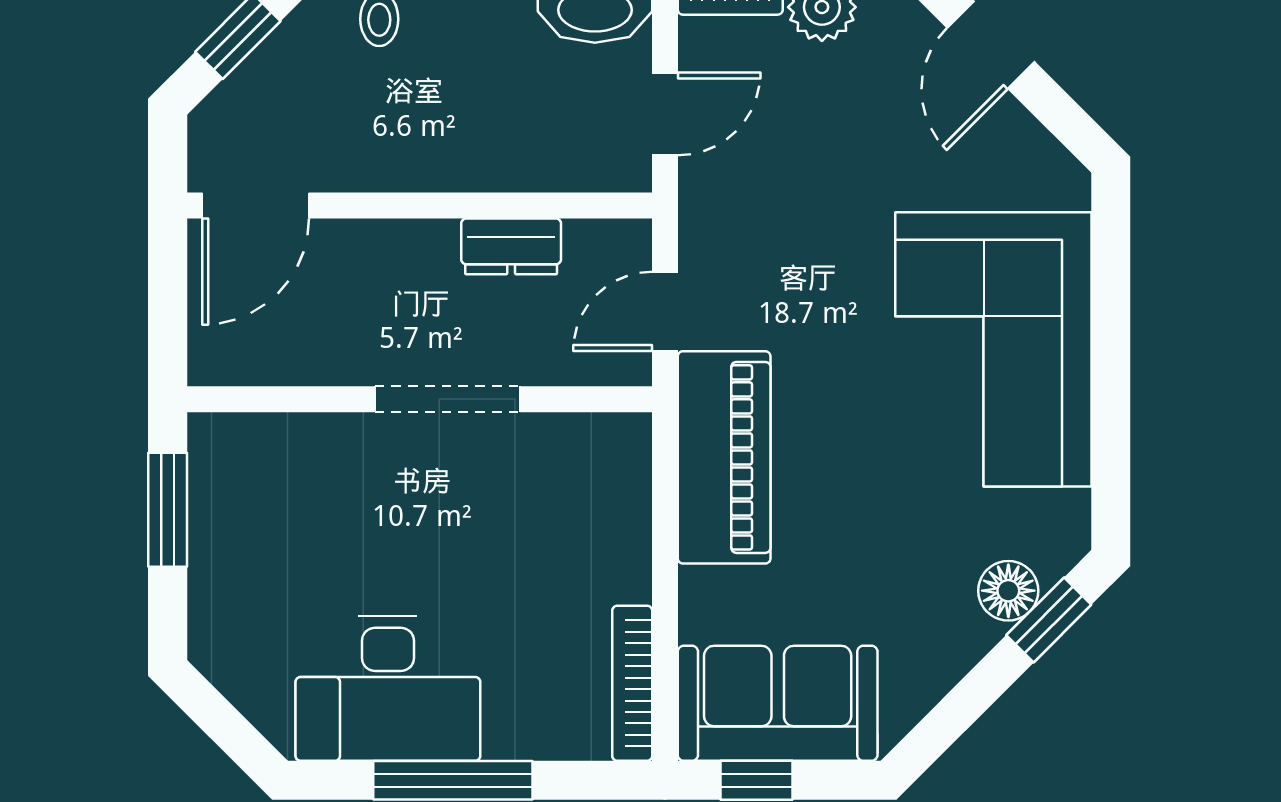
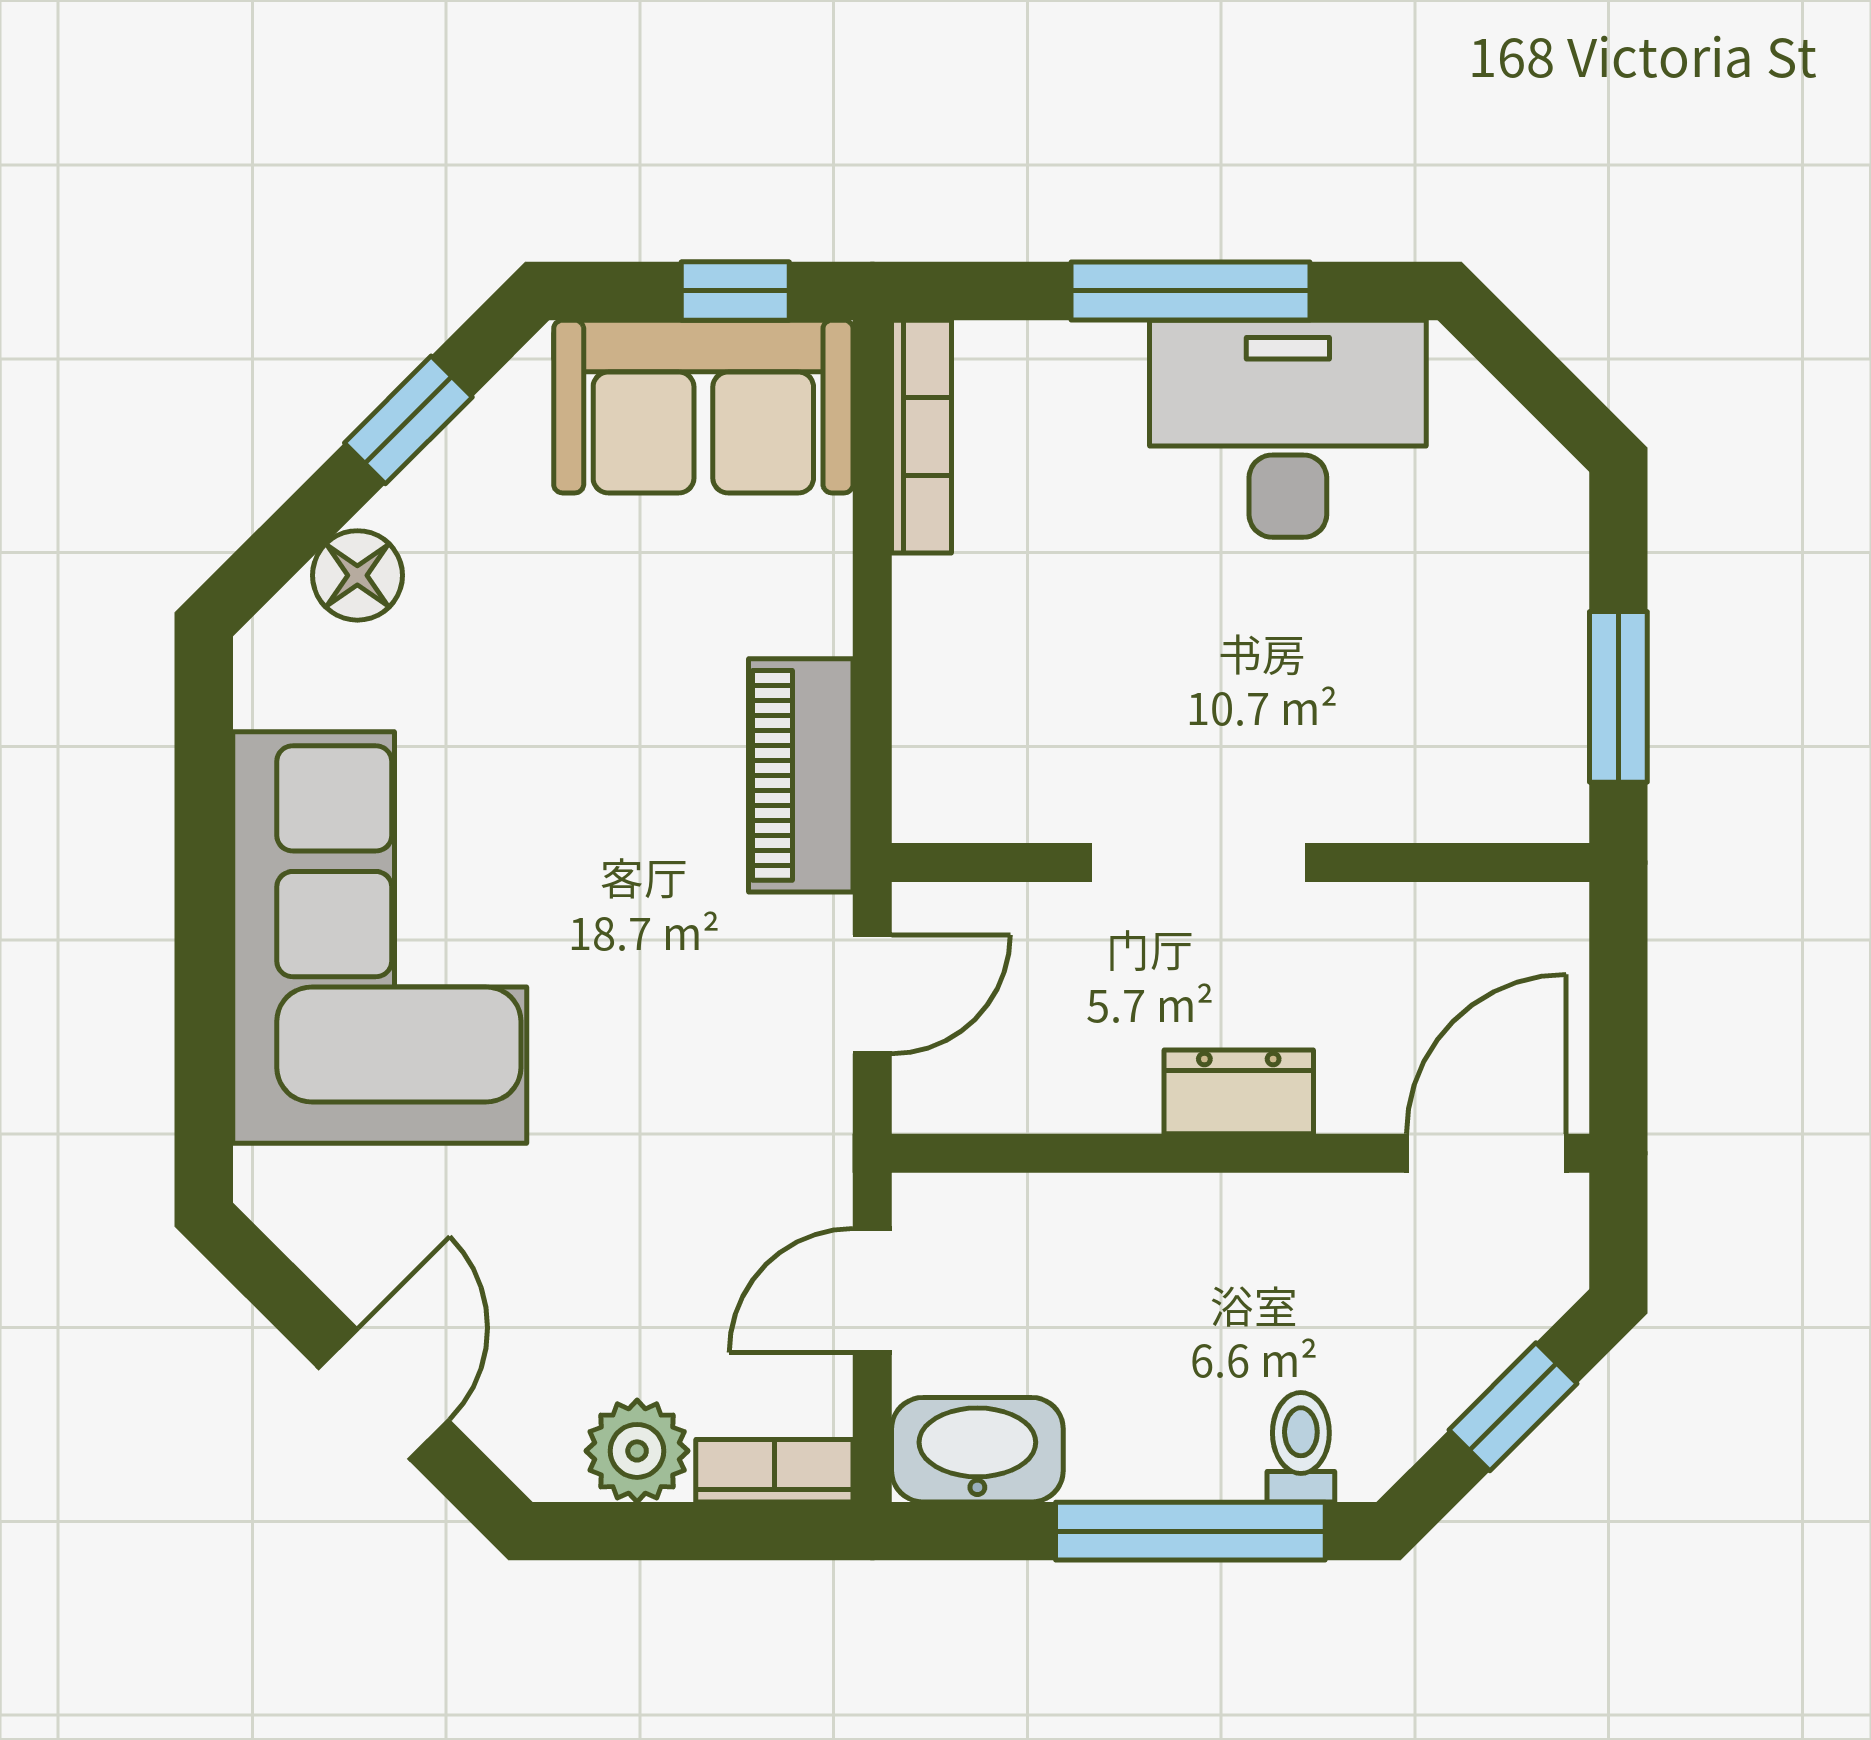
dresser: (511, 246) -> (1239, 1092), moved
piano: (724, 457) -> (801, 775), width x0.73, depth x0.75
window: (1049, 620) -> (408, 420), moved

